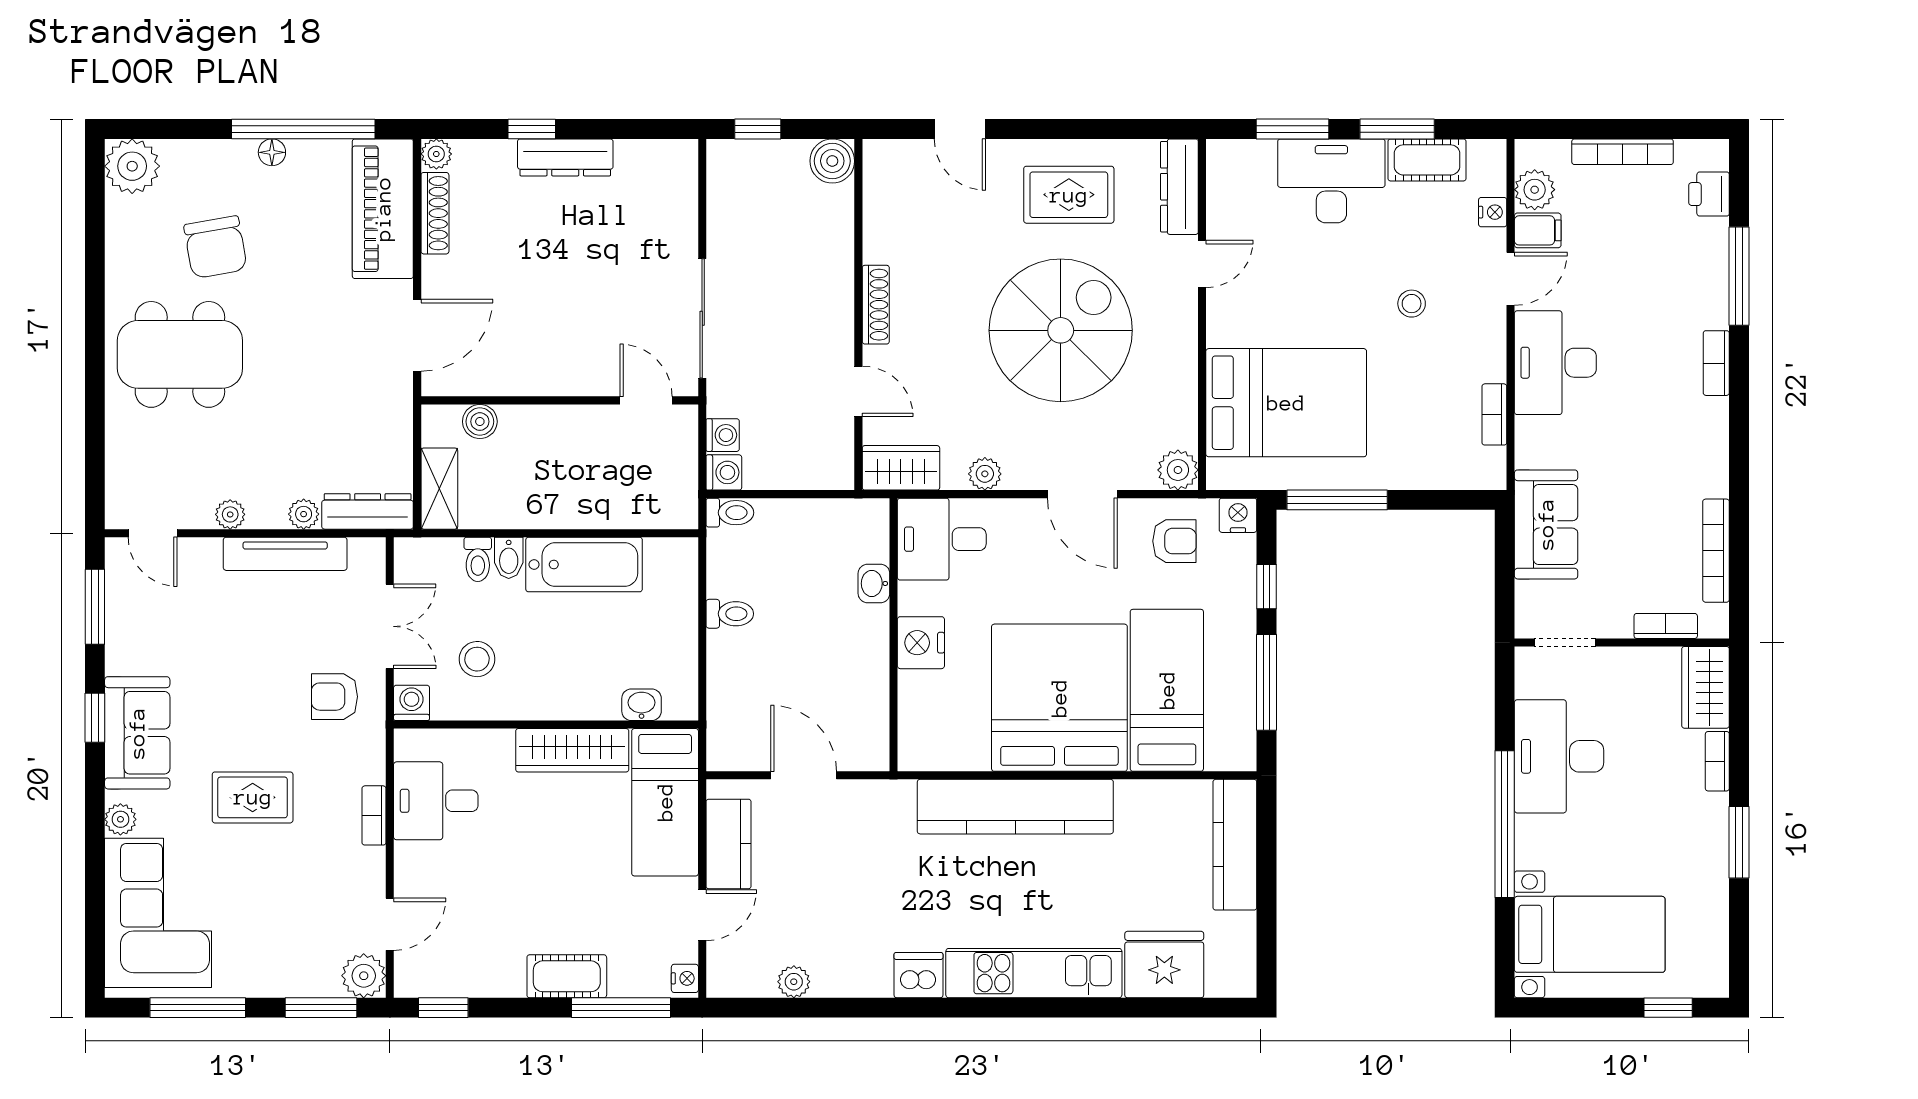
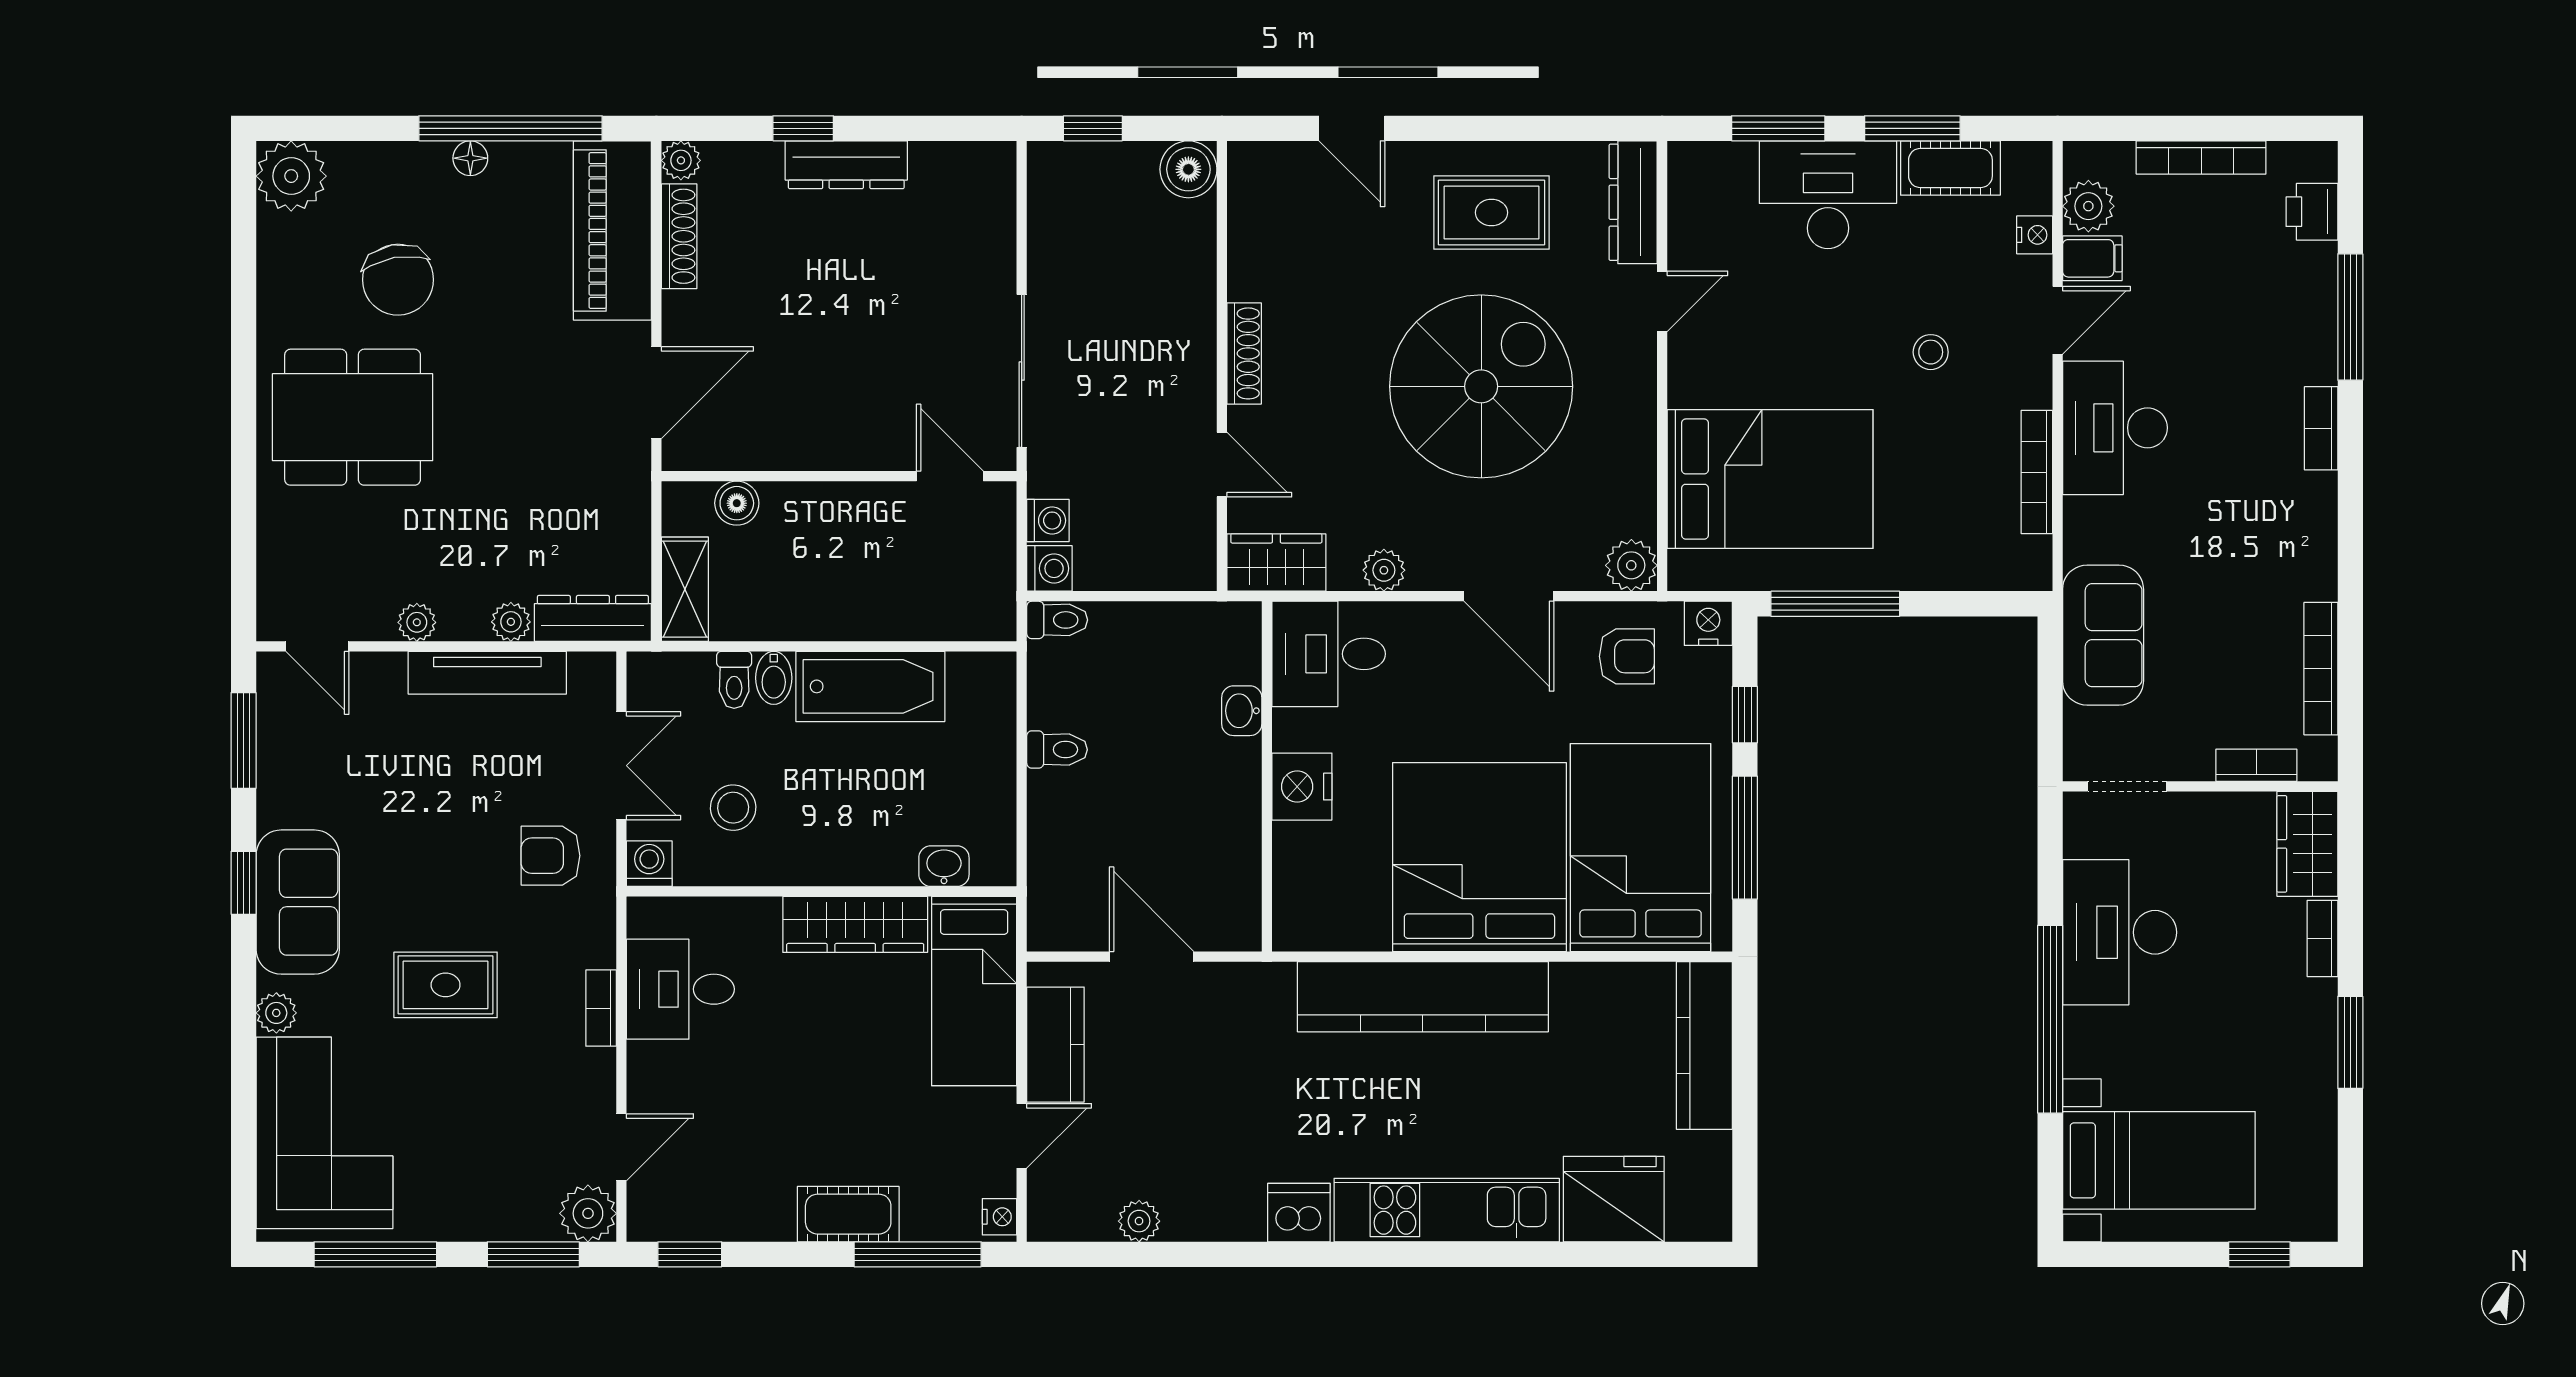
bookcase: (1494, 414) -> (2037, 472), width x1.56
bed: (1167, 690) -> (1641, 848), width x1.50

